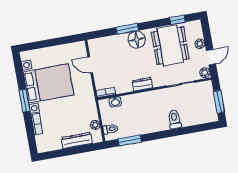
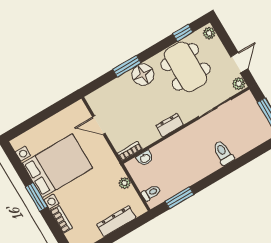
plant: (200, 44) -> (209, 33), moved
plant: (95, 125) -> (125, 183), moved

